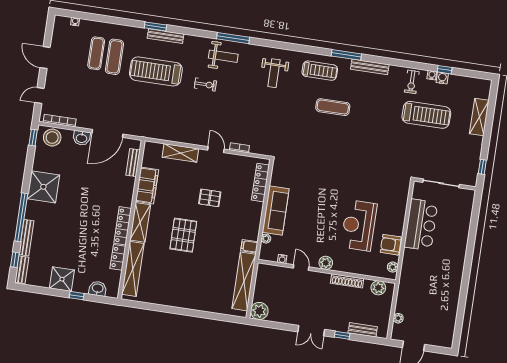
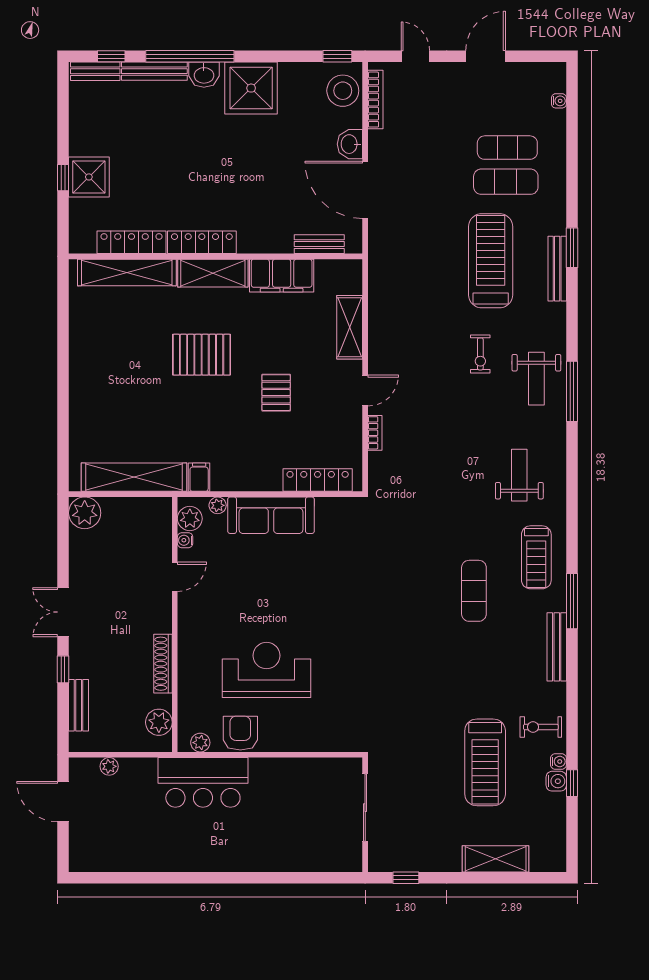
weight bench: (274, 73) -> (519, 475), turned 90
bar counter: (421, 225) -> (203, 782), moved
locker: (118, 257) -> (132, 242), width x1.53
plant: (326, 263) -> (190, 519), moved
shower: (62, 279) -> (89, 177), moved
washbasin: (98, 289) -> (204, 75), moved, turned 90

